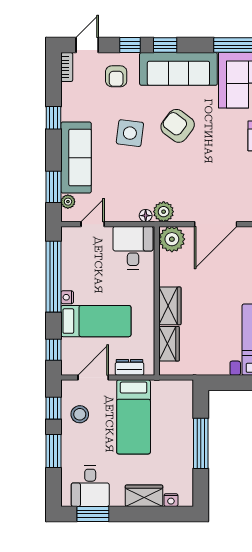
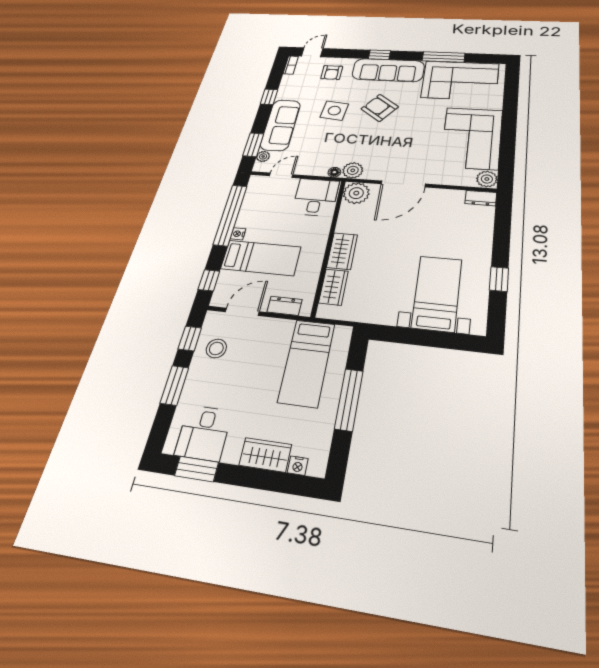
window: (130, 45) -> (349, 54), removed
bed: (134, 417) -> (307, 363), moved

